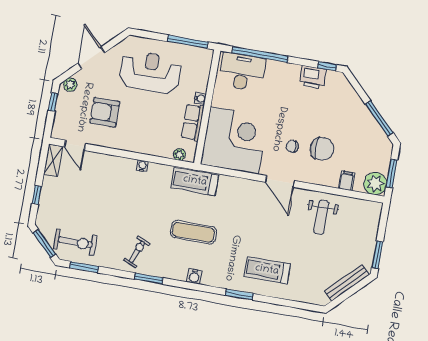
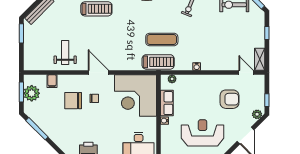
reception desk: (150, 72) -> (203, 133), turned 180
plant: (375, 184) -> (32, 93), moved
exercise mat: (193, 232) -> (162, 39), moved

